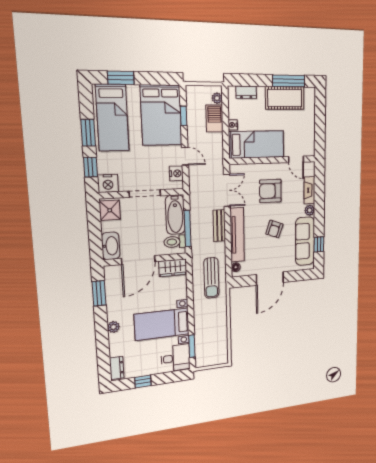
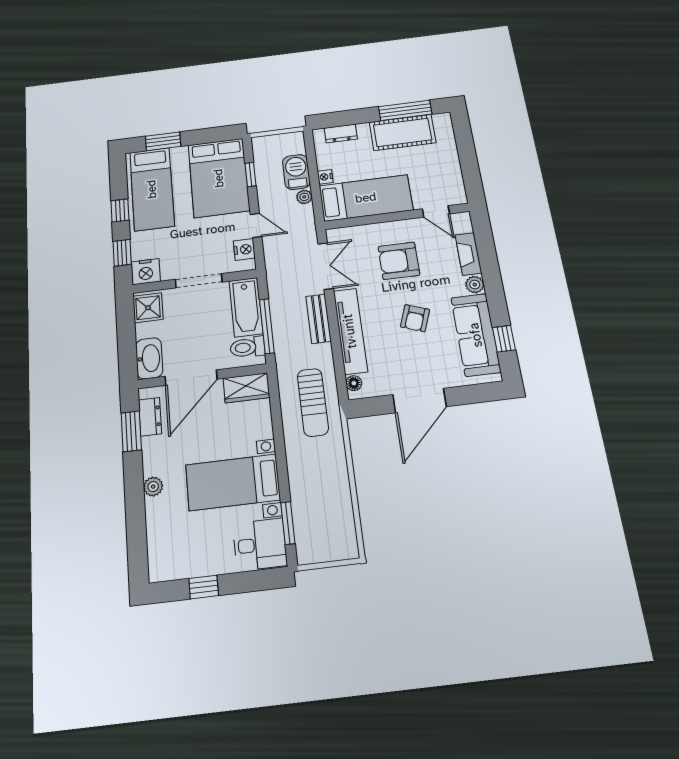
plant: (217, 98) -> (304, 197), moved
window: (88, 133) -> (120, 210), width x0.67
dresser: (117, 368) -> (150, 417), moved

